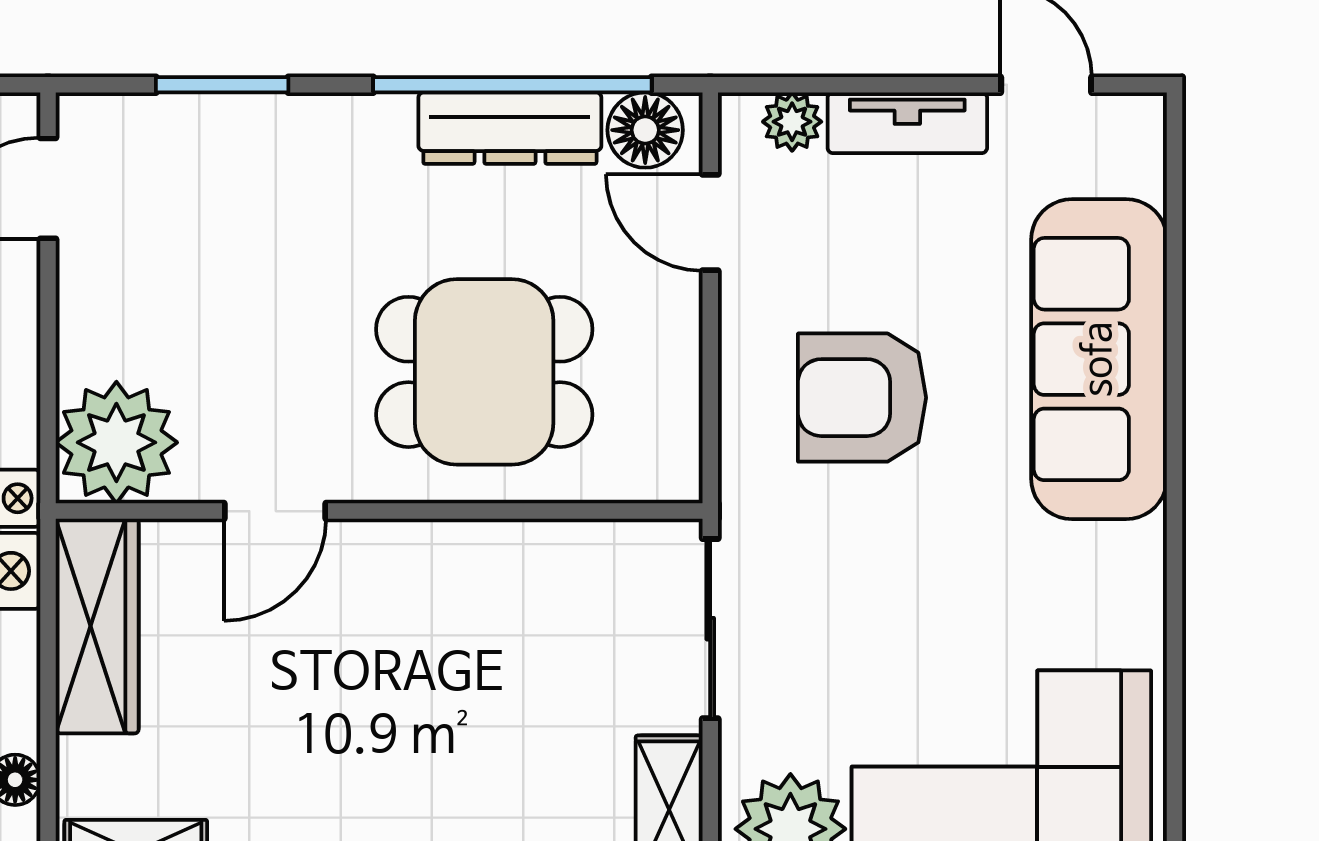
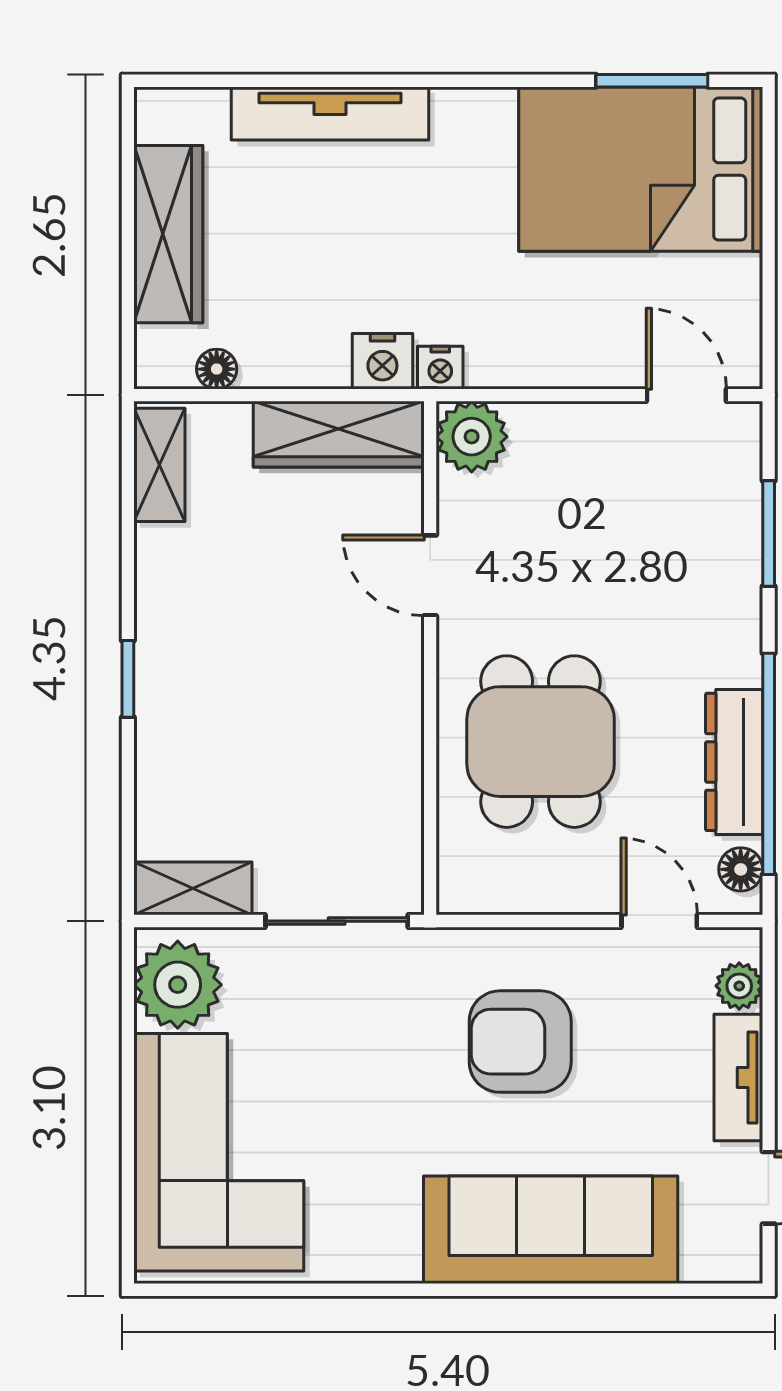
floor lamp: (645, 130) -> (741, 869), width x0.73, depth x0.73
door: (710, 222) -> (659, 921), hinge flipped
armchair: (862, 398) -> (520, 1042), turned -90
plant: (116, 442) -> (472, 437), width x0.73, depth x0.73

